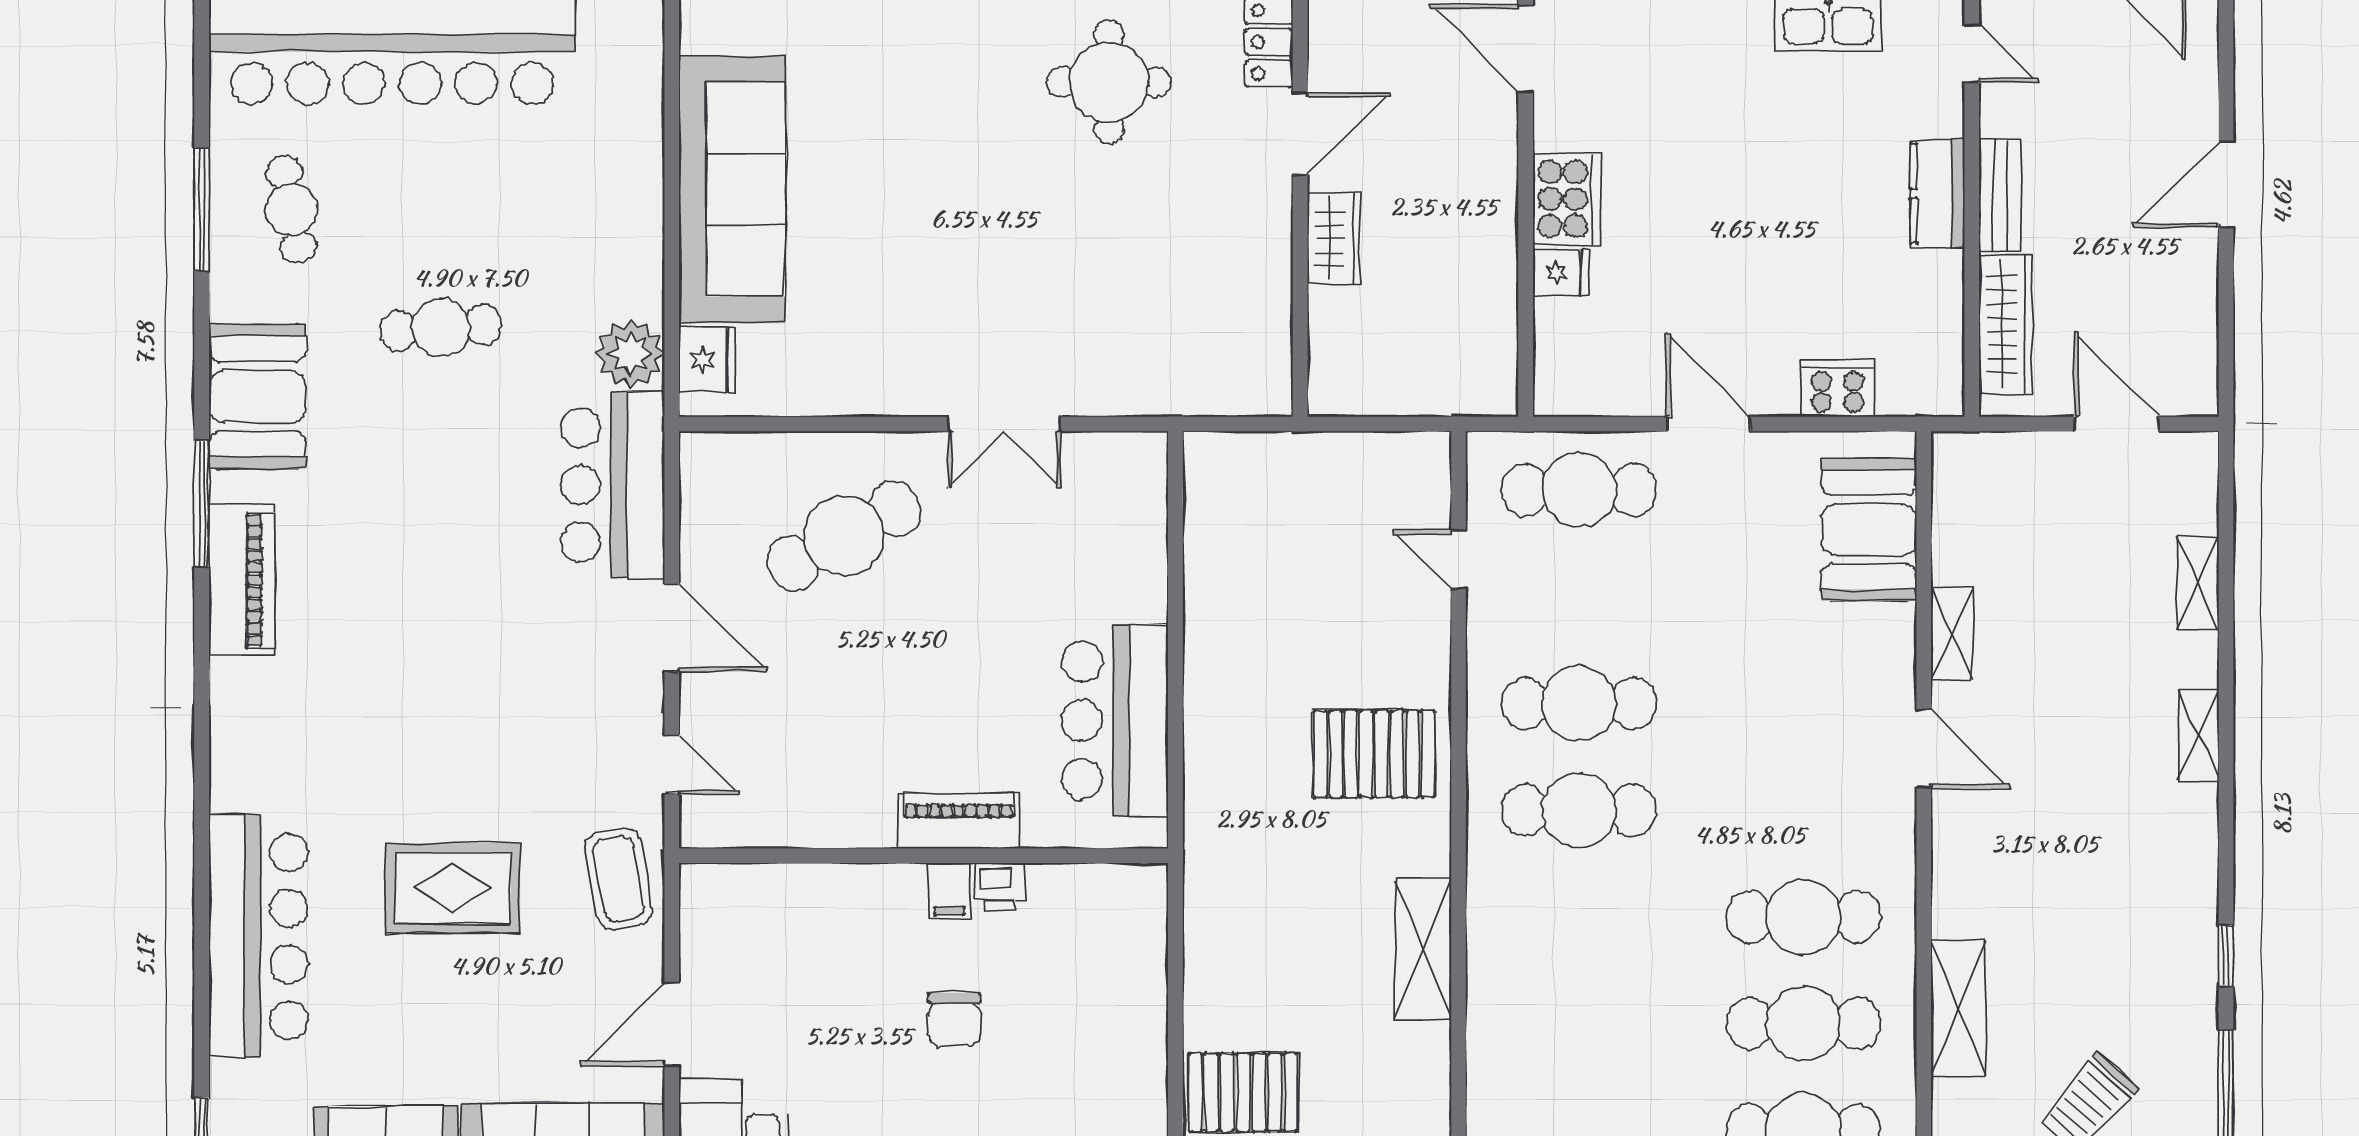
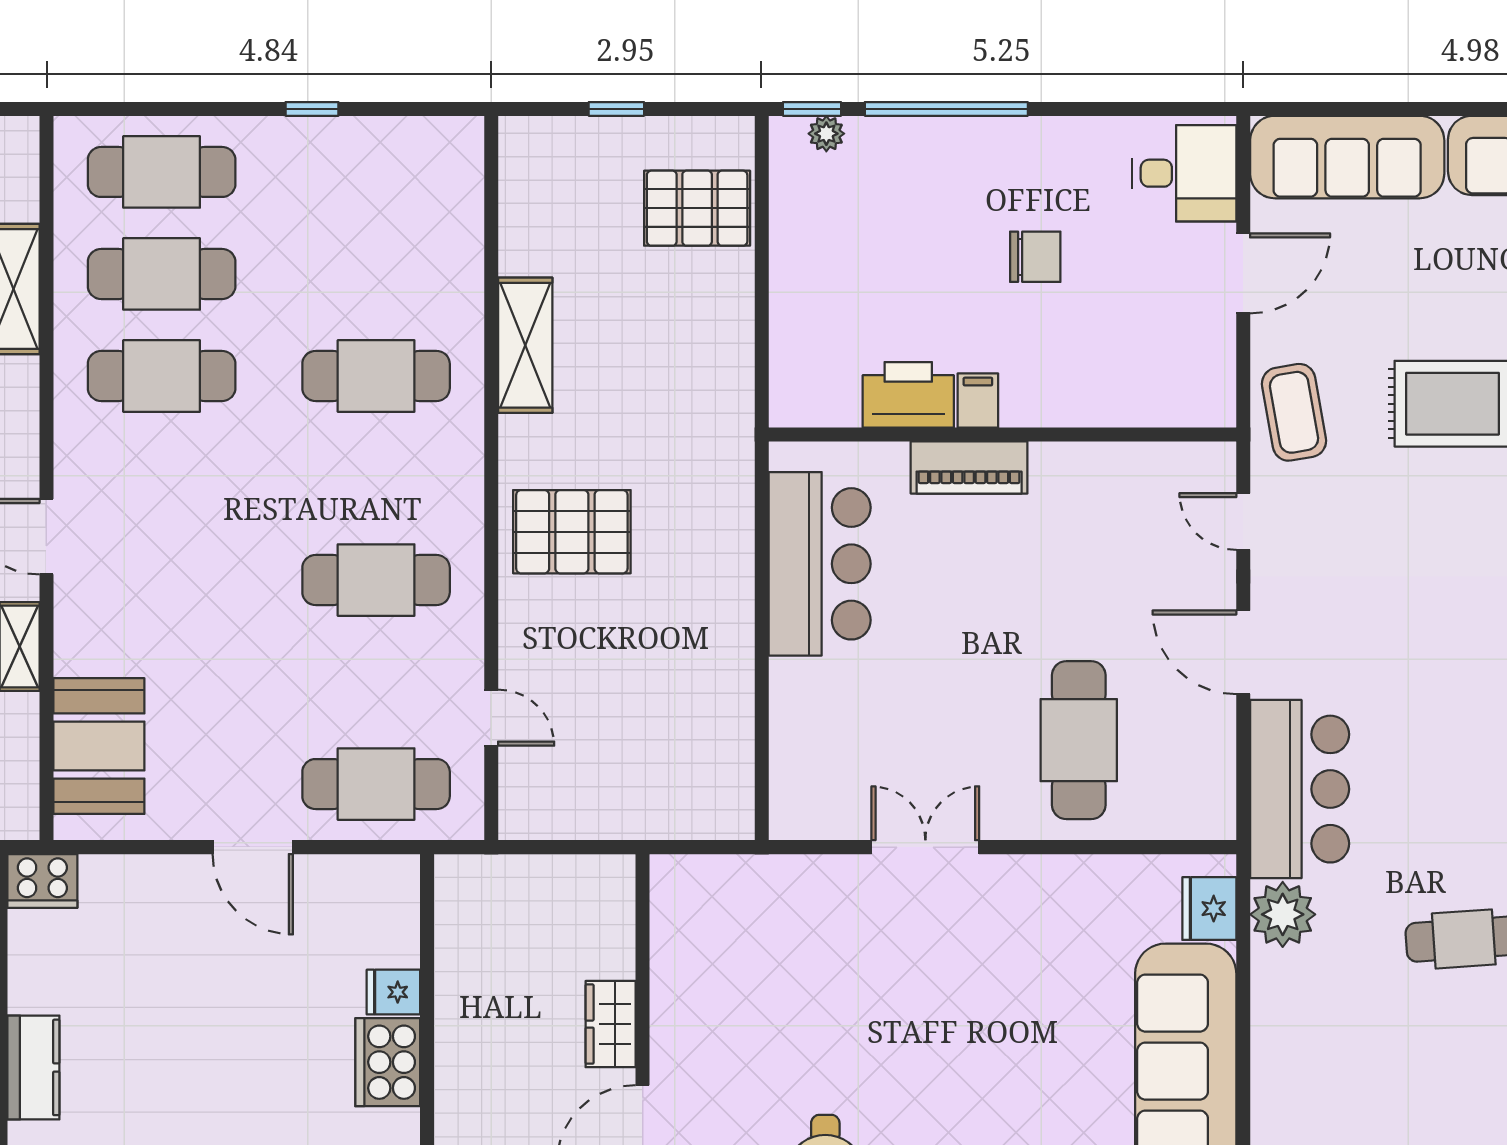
cooker: (1838, 389) -> (42, 881), moved
cafe table: (844, 536) -> (1079, 740), turned -62
cafe table: (1579, 810) -> (376, 376), moved
printer: (1000, 886) -> (908, 395), width x1.87, depth x1.48
chair: (954, 1019) -> (1035, 257), moved, turned 90

